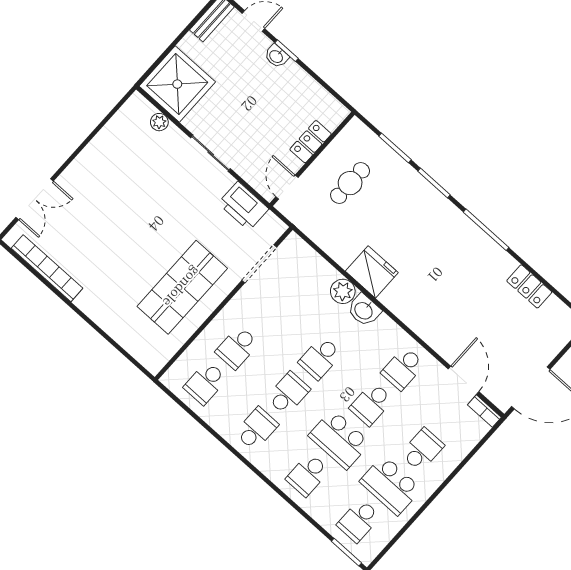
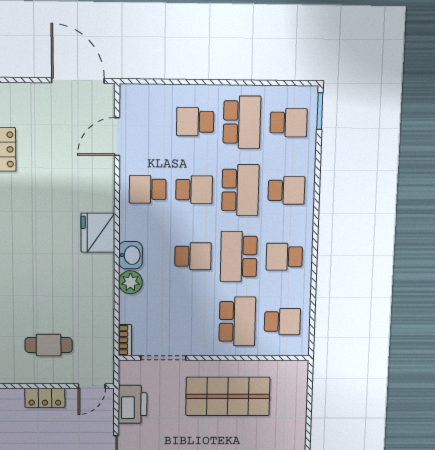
fridge: (372, 272) -> (98, 233), moved
school desk: (237, 348) -> (237, 321), width x1.85
school desk: (403, 368) -> (148, 189), turned 180
school desk: (288, 393) -> (239, 256), width x1.85
bookcase: (484, 411) -> (125, 340), moved

